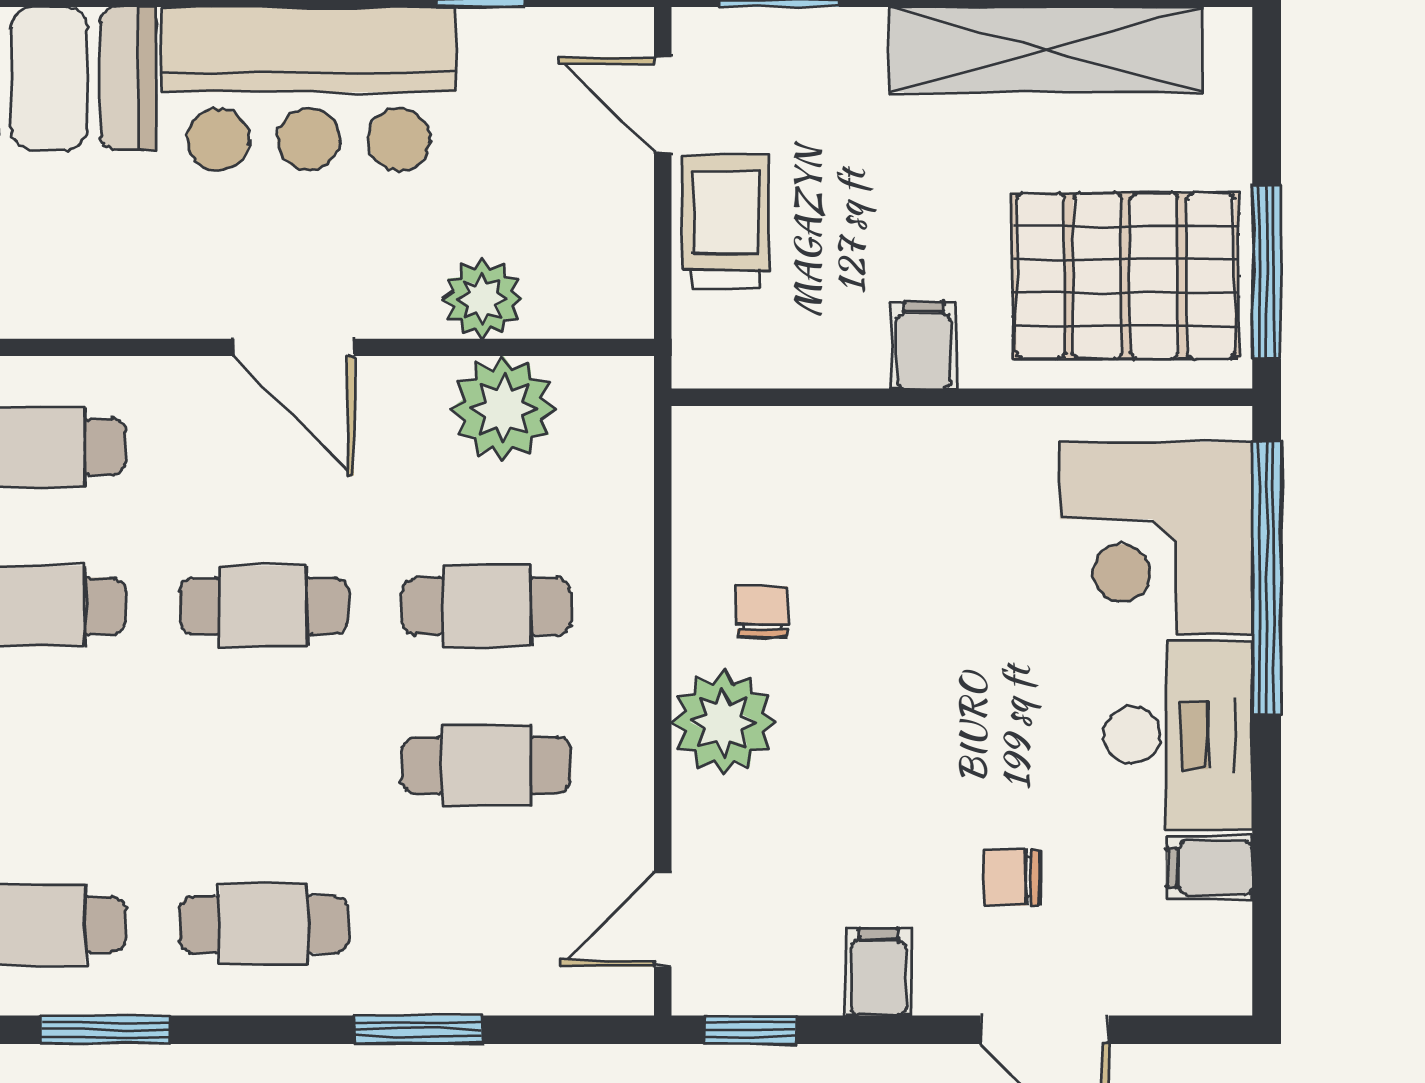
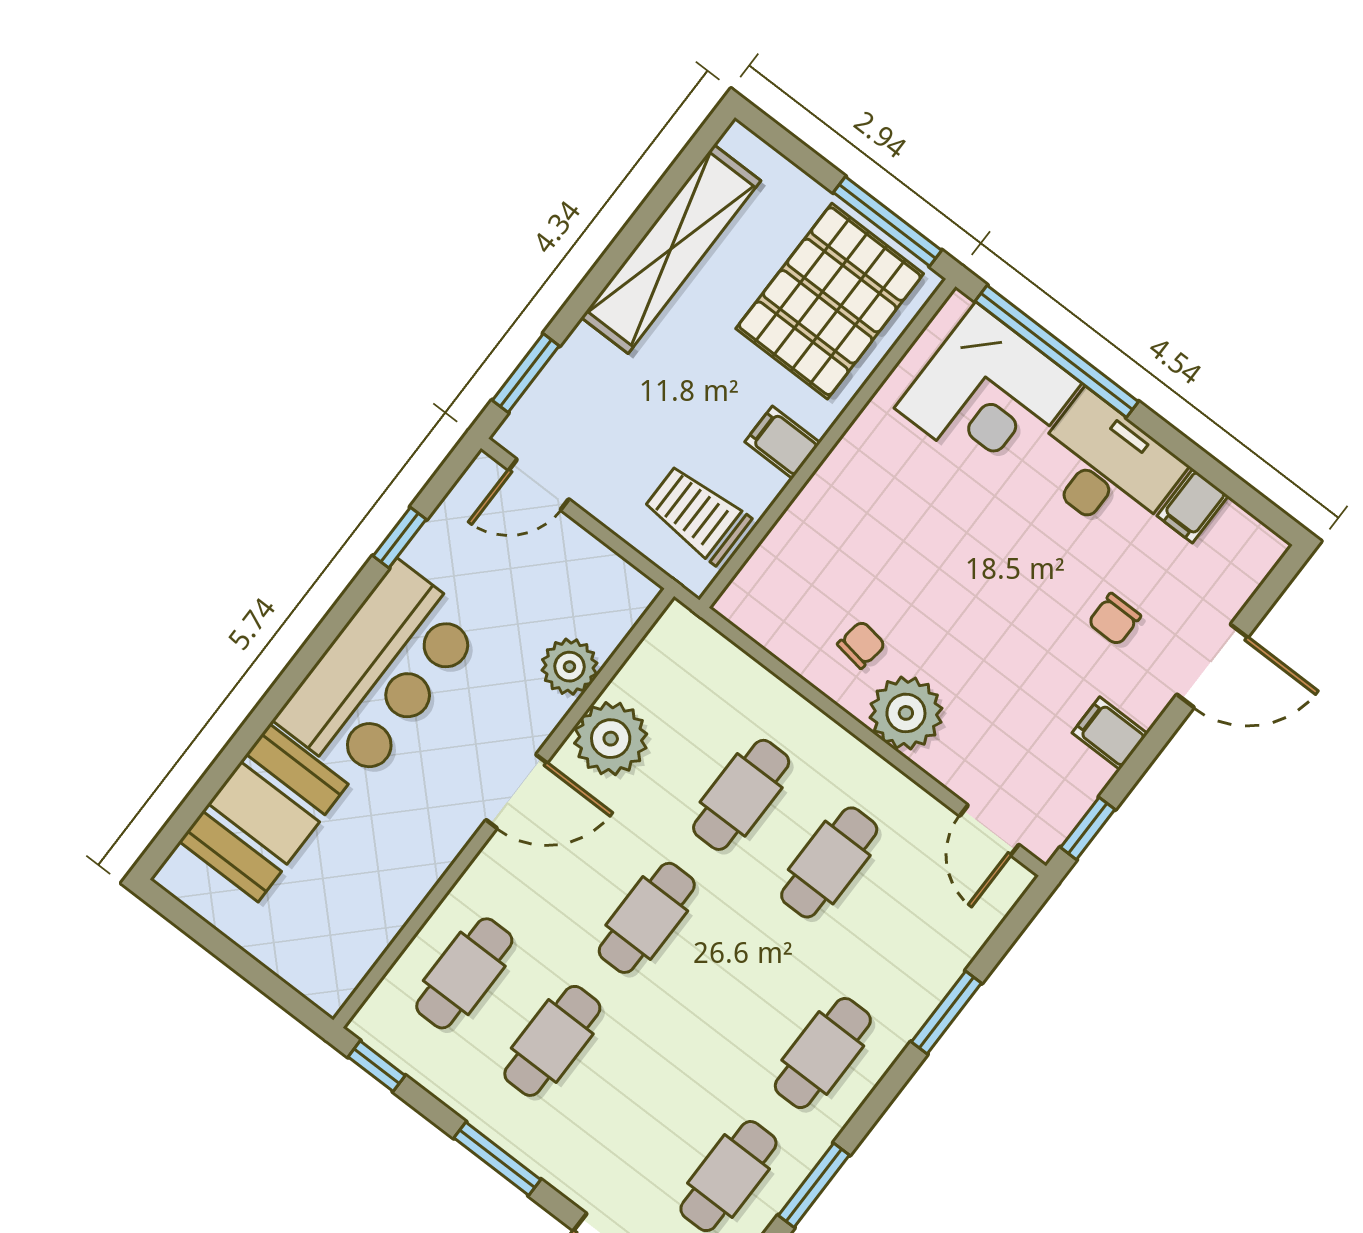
trolley: (726, 222) -> (697, 514), moved
plant: (503, 408) -> (611, 739), moved
chair: (762, 612) -> (861, 645), turned 99

